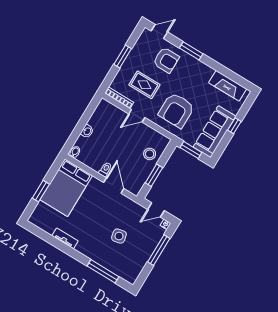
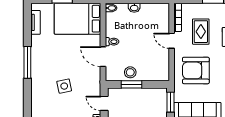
stool: (150, 154) -> (130, 72), moved
door: (114, 186) -> (103, 57), swing flipped
tv unit: (65, 238) -> (35, 22), moved
window: (103, 271) -> (27, 62), moved

